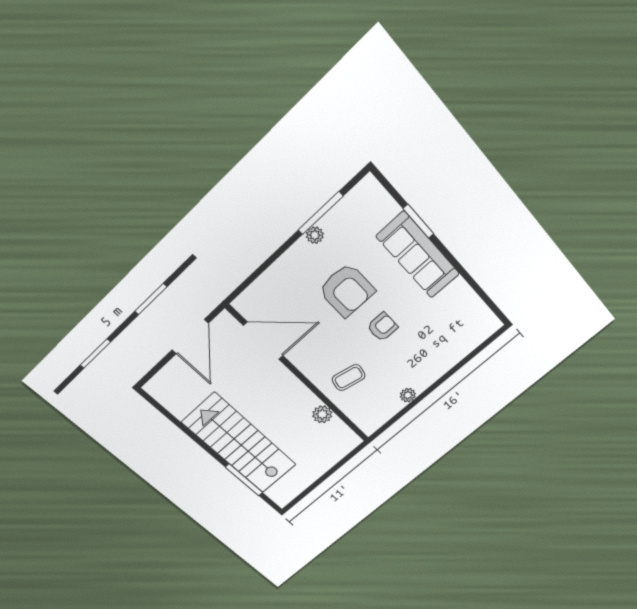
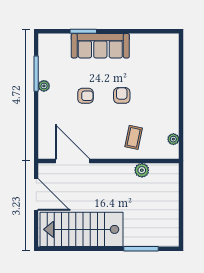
armchair: (347, 290) -> (85, 96), width x0.53, depth x0.53
door: (263, 341) -> (73, 161), hinge flipped
plant: (408, 395) -> (173, 139), moved
stairs: (239, 444) -> (81, 229), moved

